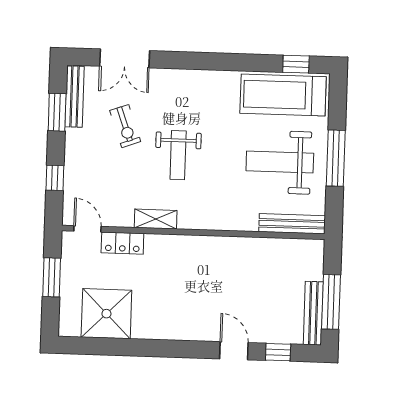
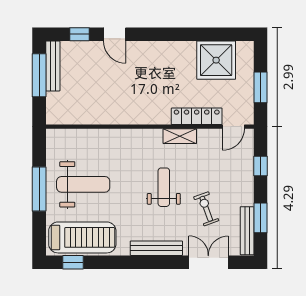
bench: (292, 224) -> (156, 248), moved
door: (87, 229) -> (233, 127), hinge flipped
locker: (122, 243) -> (197, 116), width x1.53

